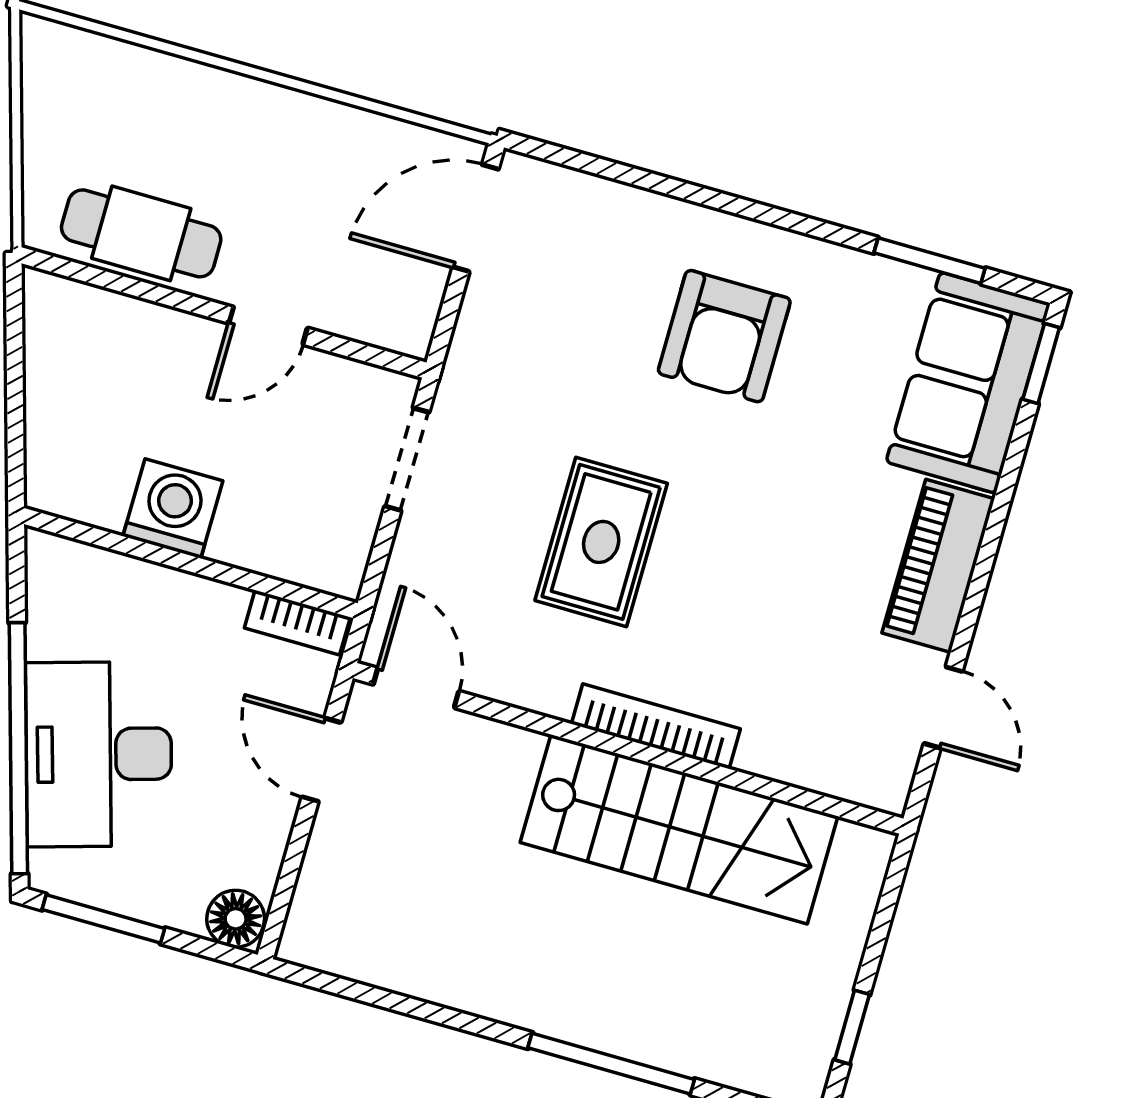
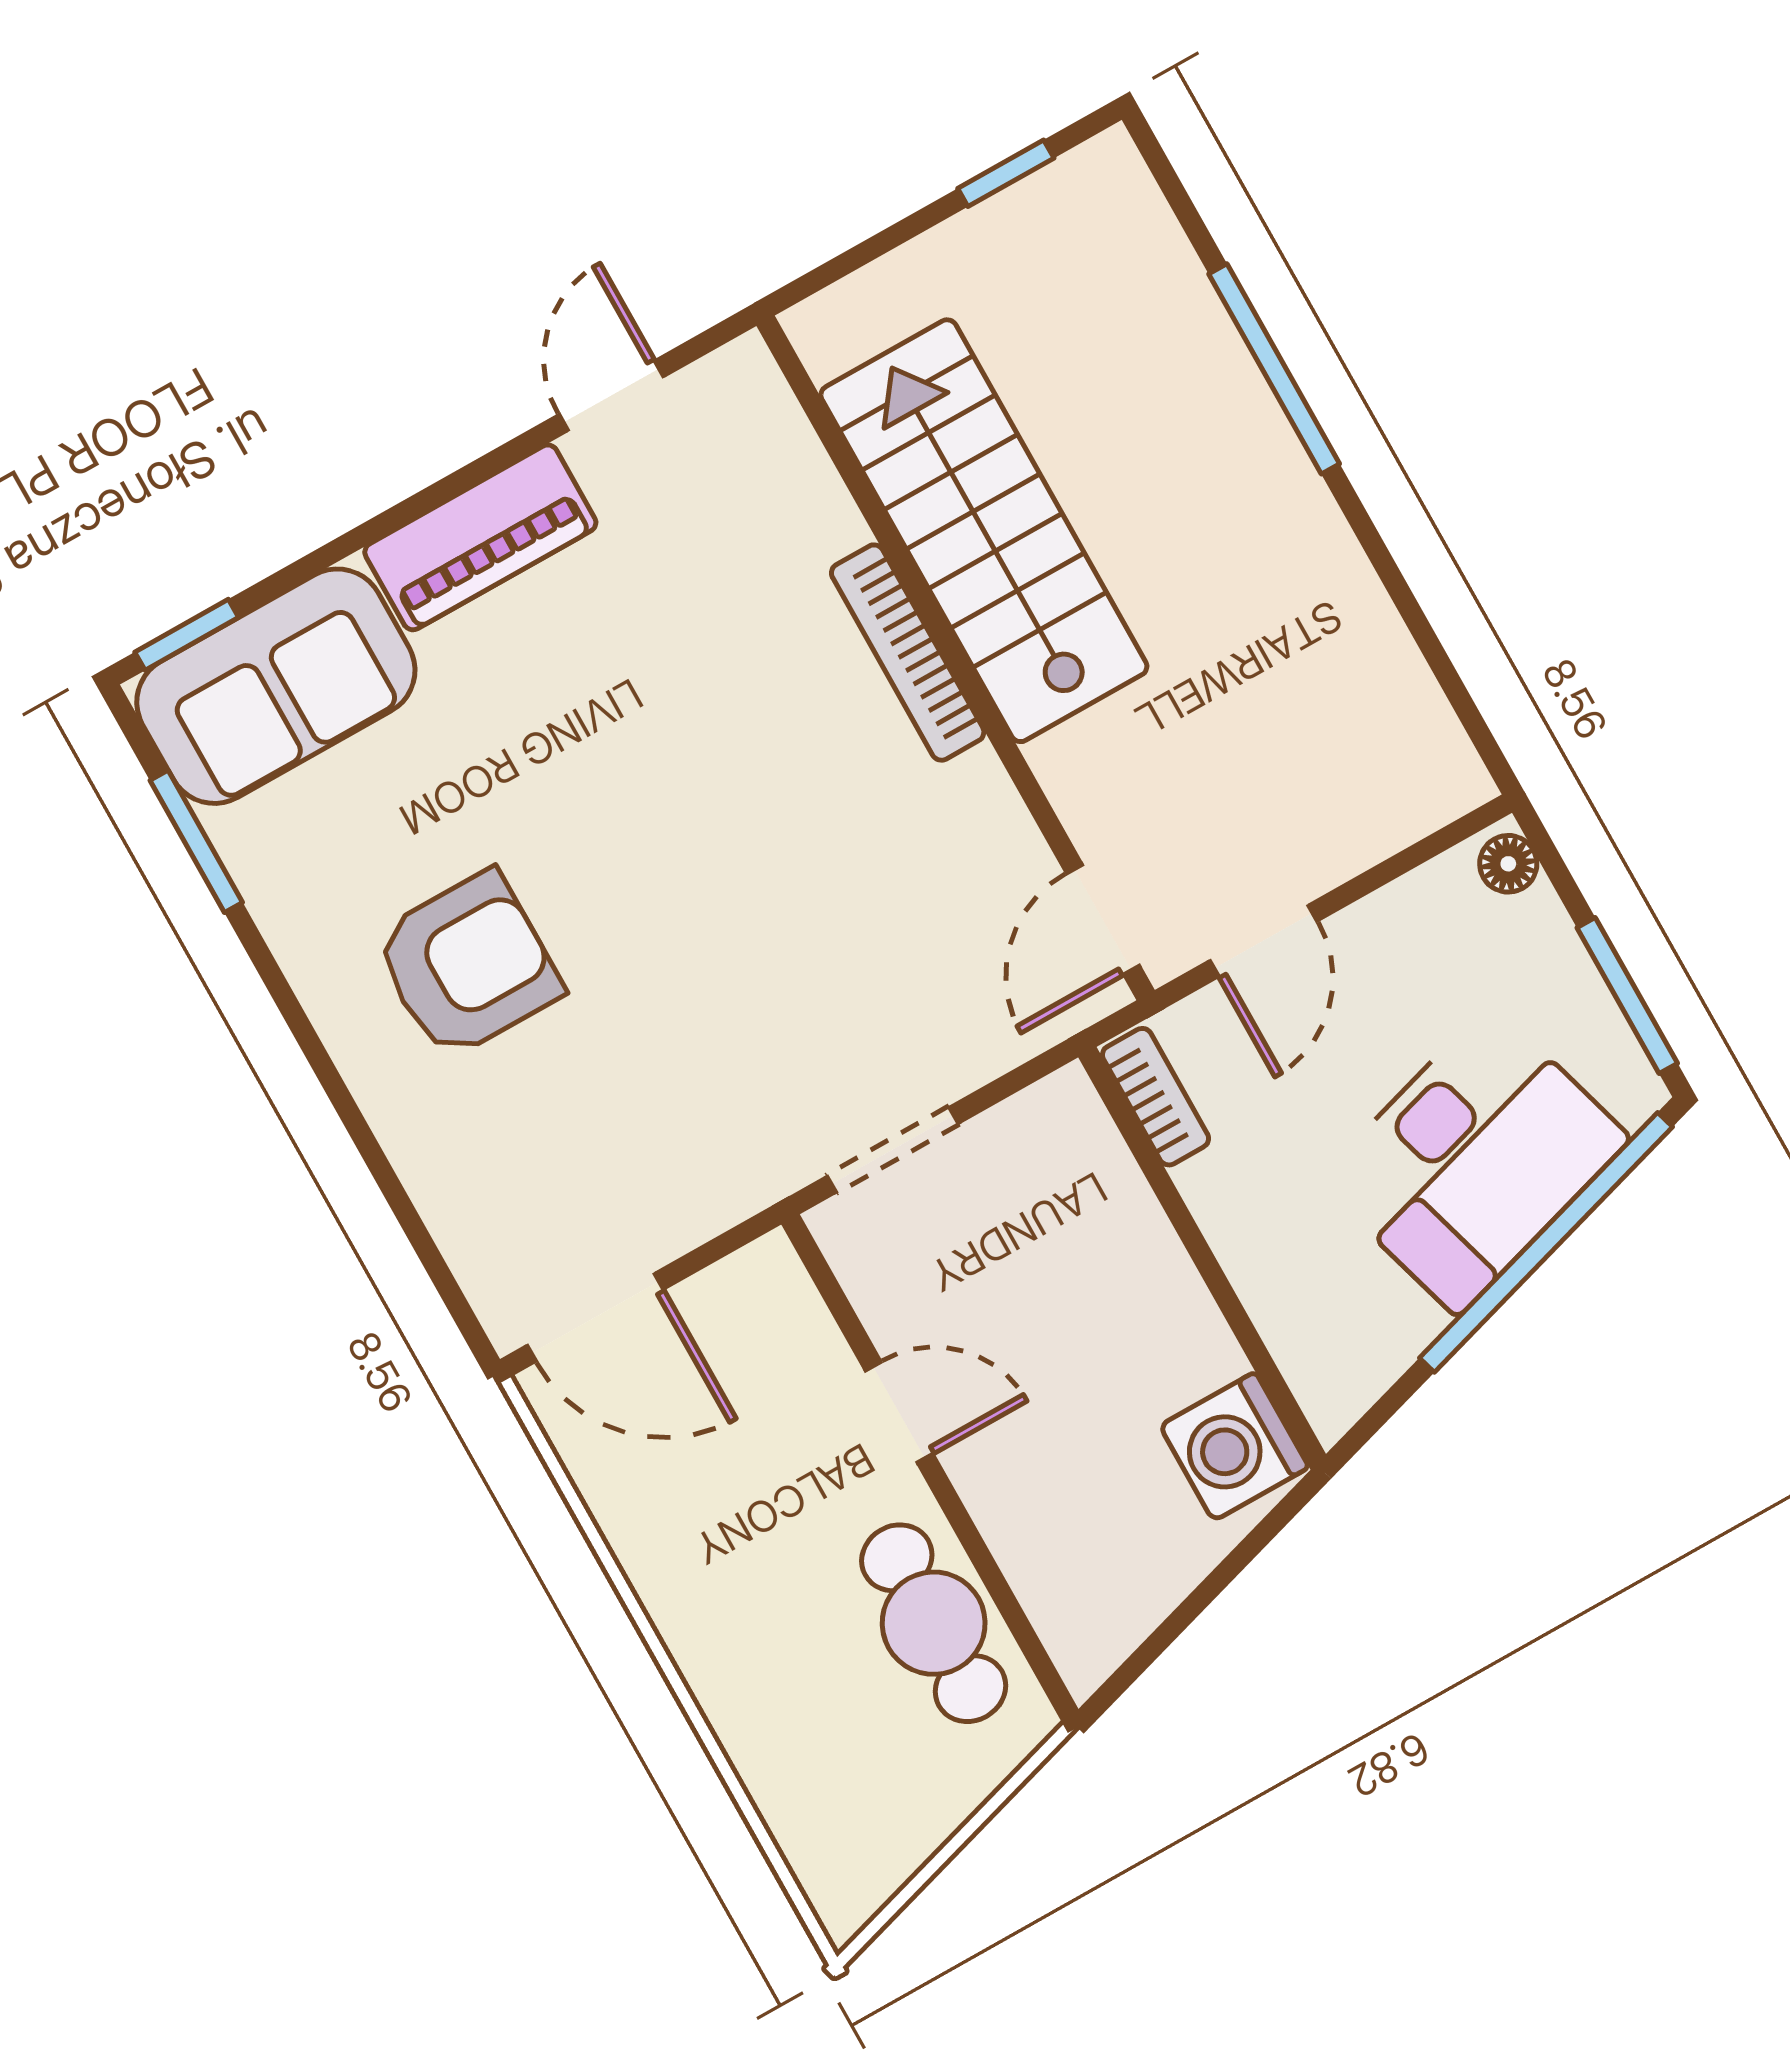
washing machine: (173, 509) -> (1234, 1446), moved
rug: (601, 542) -> (784, 884), removed
floor lamp: (236, 919) -> (1508, 864), width x0.73, depth x0.73

